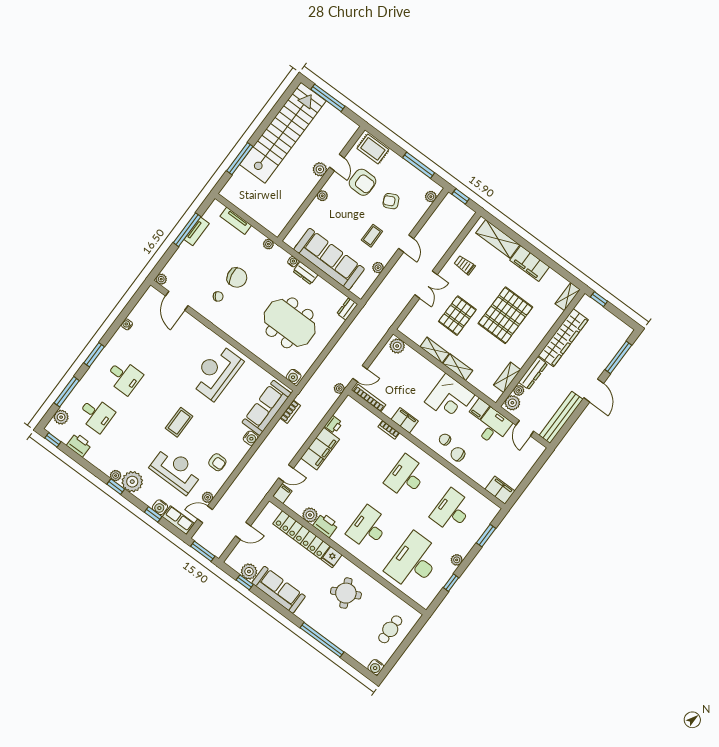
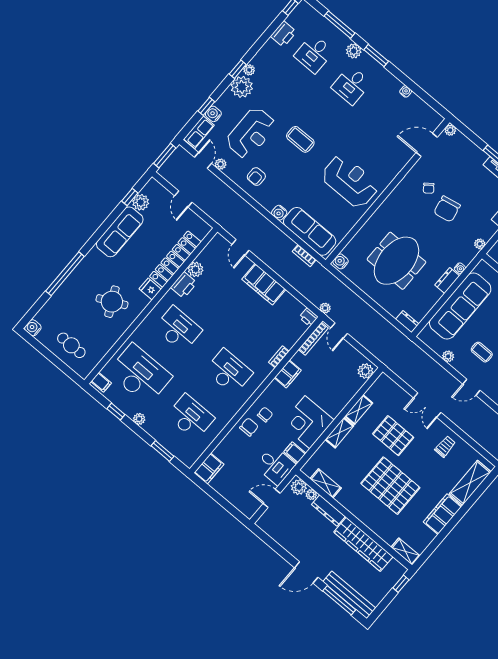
plant: (61, 417) -> (354, 51), moved
bench: (561, 417) -> (349, 595), moved
printer: (333, 424) -> (309, 317), moved
filing cabinet: (283, 494) -> (101, 382), moved

